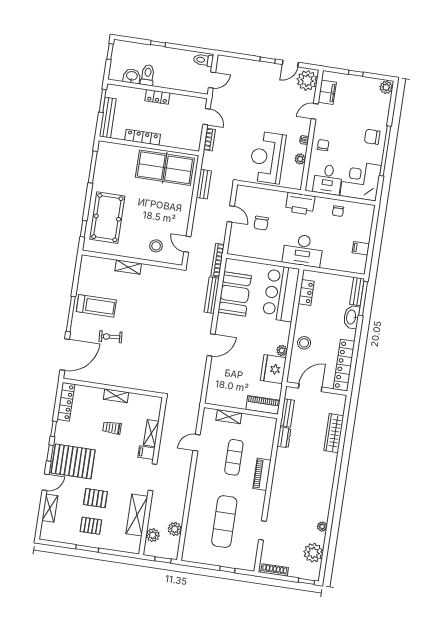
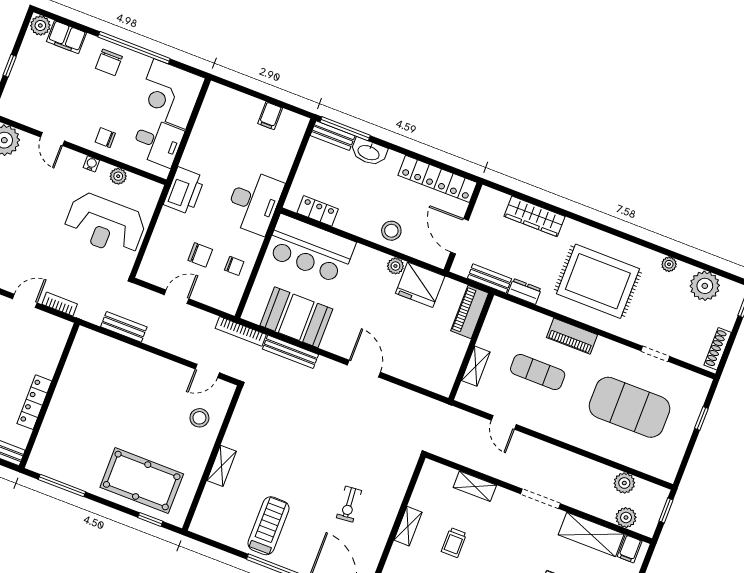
filing cabinet: (327, 92) -> (67, 37), moved, turned 180
table tennis table: (165, 168) -> (87, 379), removed
chair: (338, 211) -> (234, 266), moved
exercise bike: (111, 337) -> (349, 504), moved
filing cabinet: (146, 453) -> (630, 549), moved
rug: (301, 483) -> (598, 281), added
exercise mat: (224, 522) -> (629, 407), width x1.47

